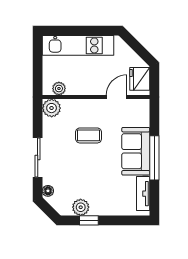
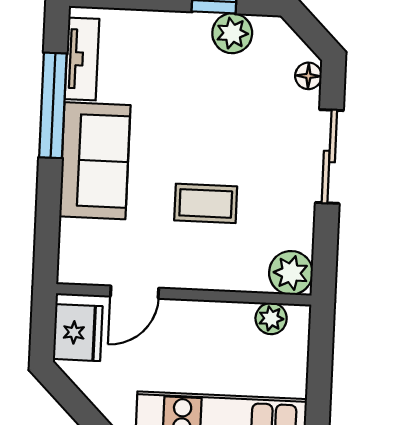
window: (154, 158) -> (53, 105), moved

